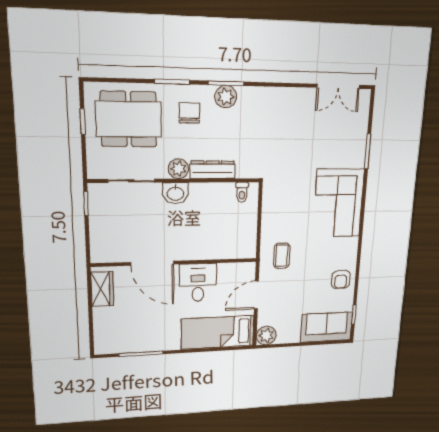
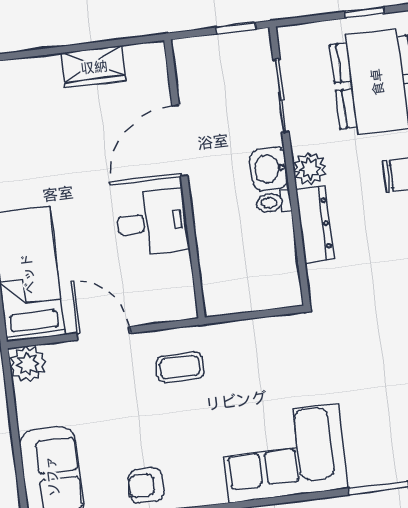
toilet: (242, 192) -> (274, 202), moved
door: (152, 263) -> (180, 141), moved
wall: (175, 263) -> (184, 179), moved
desk: (198, 283) -> (152, 222), moved

